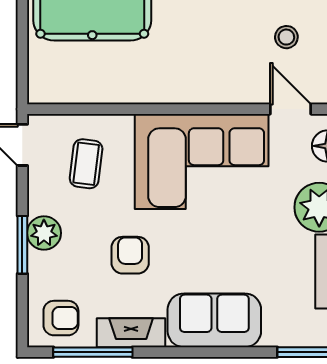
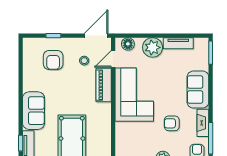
piano: (225, 85) -> (104, 85), added
coffee table: (86, 164) -> (135, 141), removed

